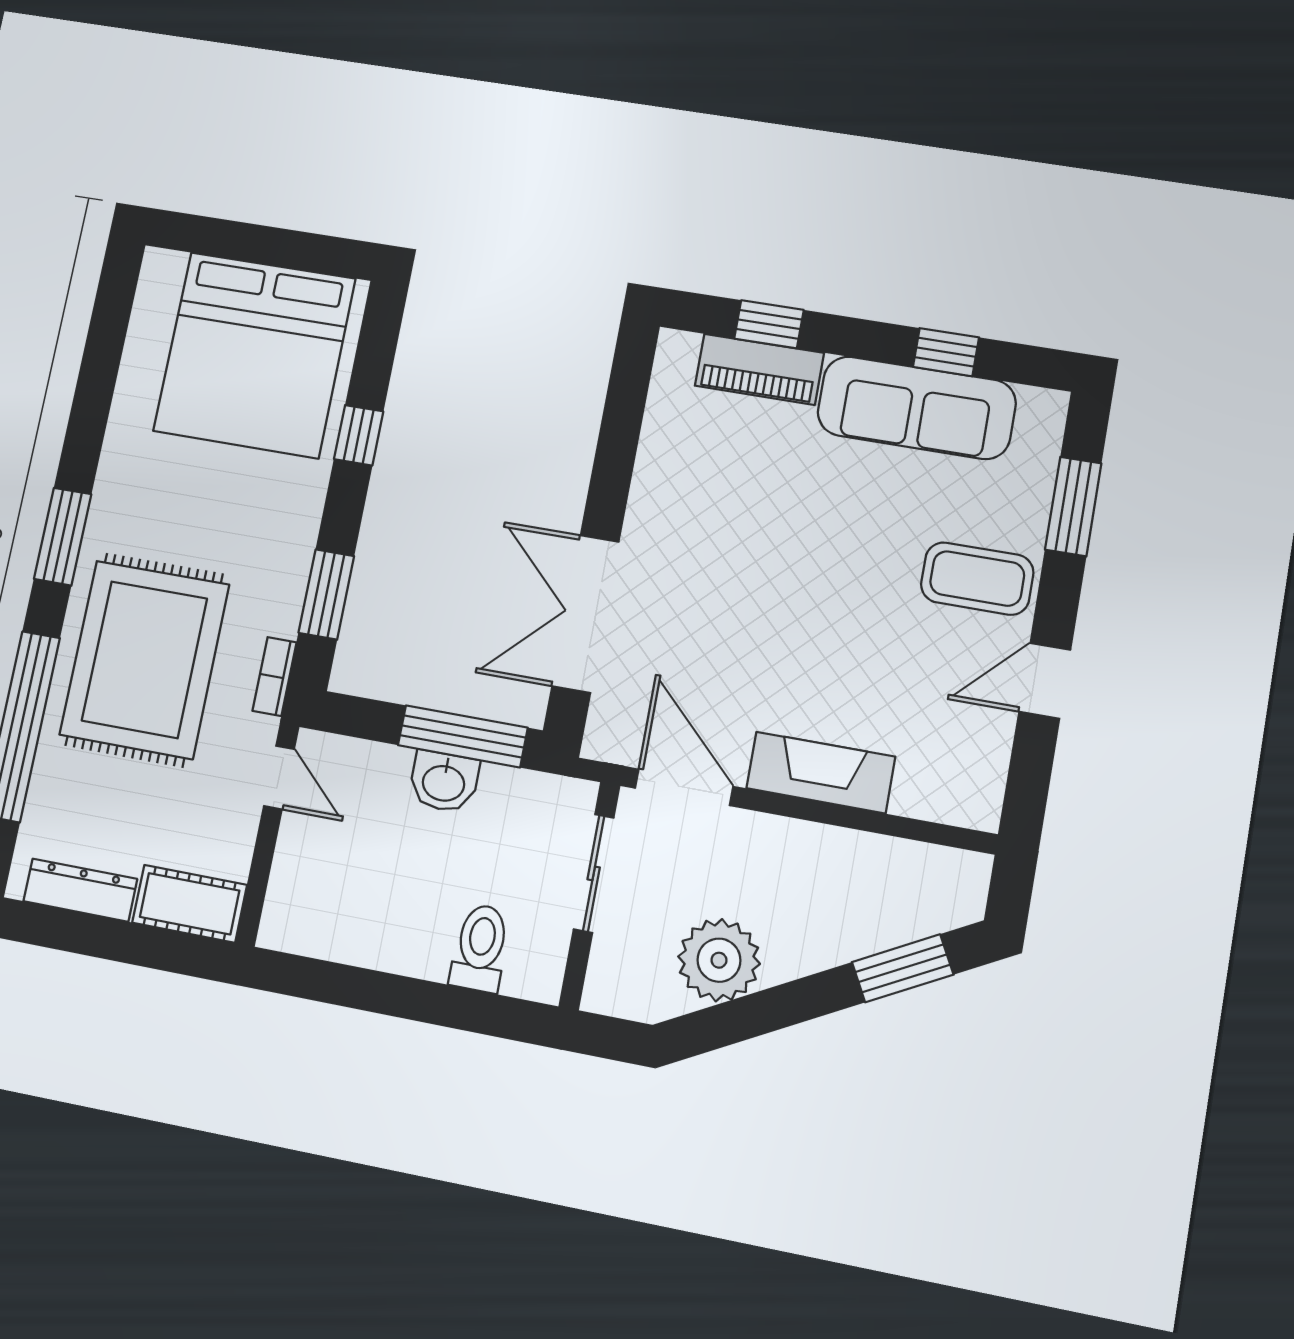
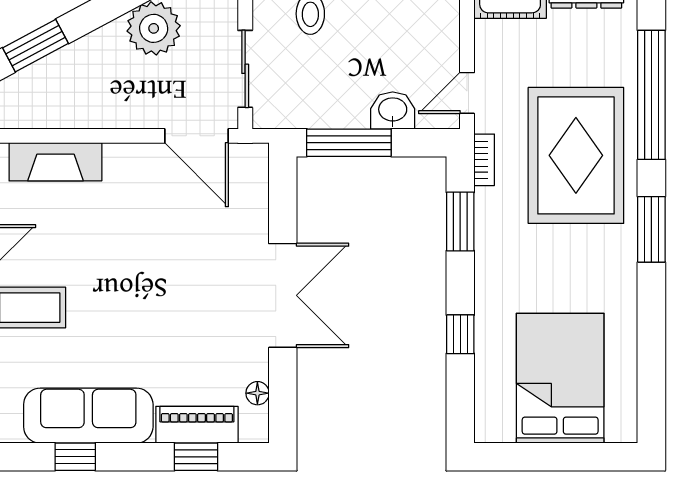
bed: (254, 355) -> (560, 378), width x0.73
floor lamp: (663, 400) -> (257, 393), added
double door: (585, 614) -> (283, 295), moved
fireplace: (821, 773) -> (55, 162), moved
door: (279, 778) -> (467, 93), hinge flipped
washbasin: (444, 782) -> (393, 111), moved

